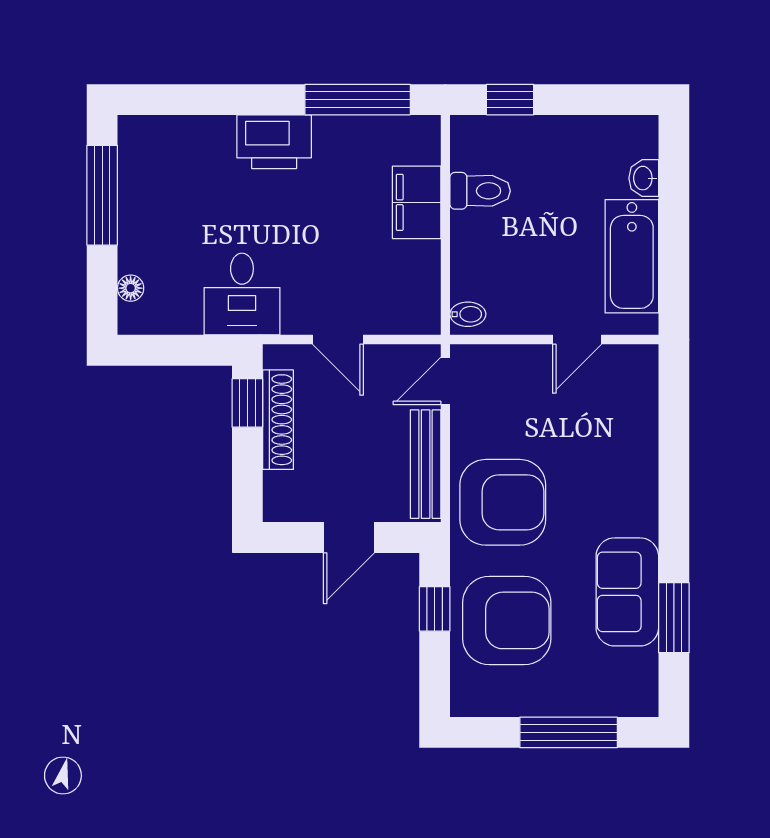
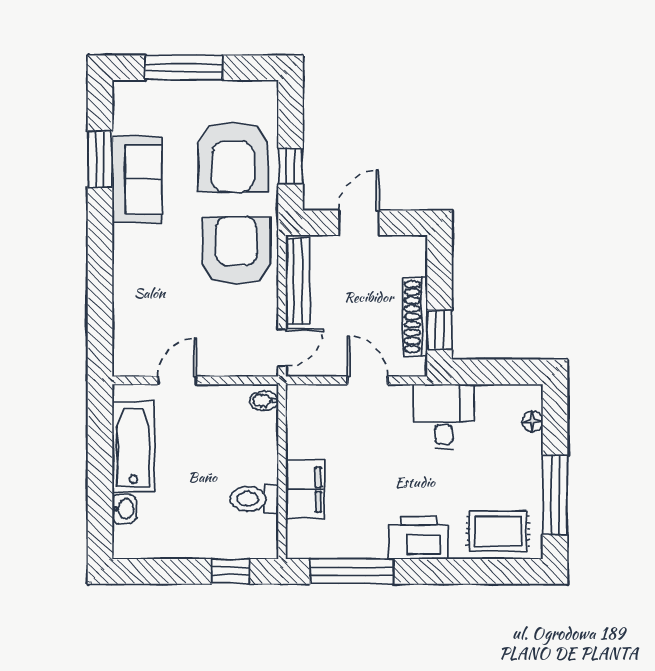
rug: (174, 150) -> (498, 531), added
armchair: (503, 502) -> (236, 251), turned 90
armchair: (507, 620) -> (233, 157), turned -90

